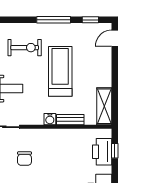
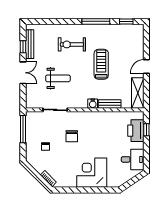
door: (115, 38) -> (146, 67), moved
exercise bike: (25, 48) -> (72, 44), turned 180
treadmill: (60, 71) -> (101, 64), width x0.73, depth x0.73

